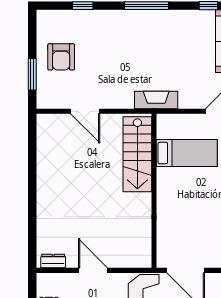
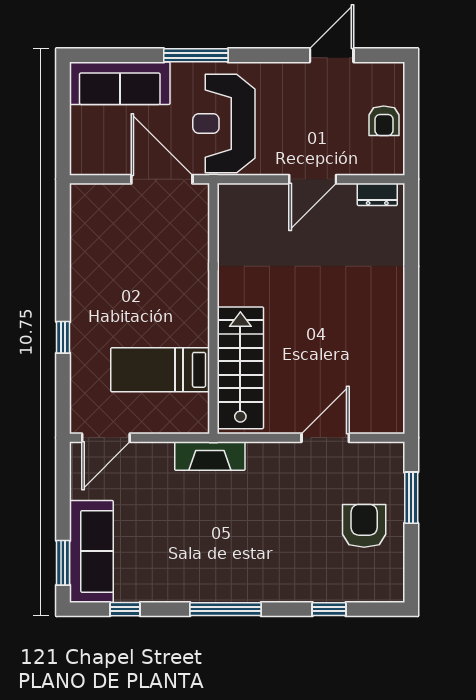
door: (85, 111) -> (325, 438), hinge flipped
door: (93, 270) -> (313, 179), hinge flipped

